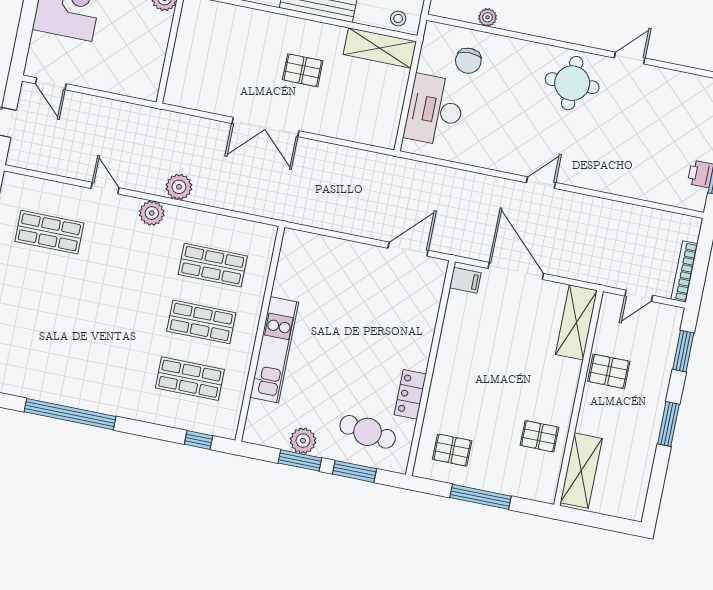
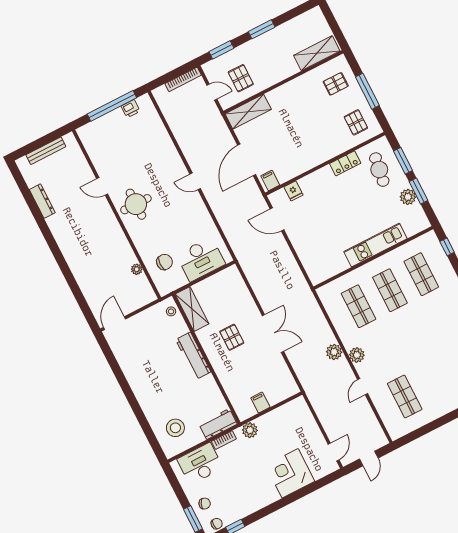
filing cabinet: (189, 40) -> (260, 403), added
fridge: (428, 299) -> (293, 191), added
pallet: (609, 371) -> (241, 78), moved
pallet: (539, 436) -> (336, 84), moved, turned 90

